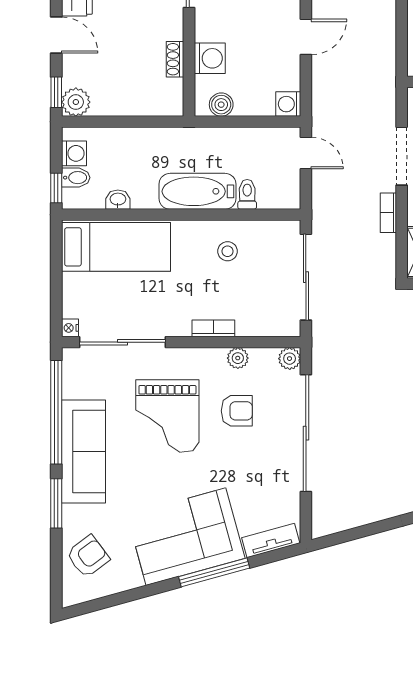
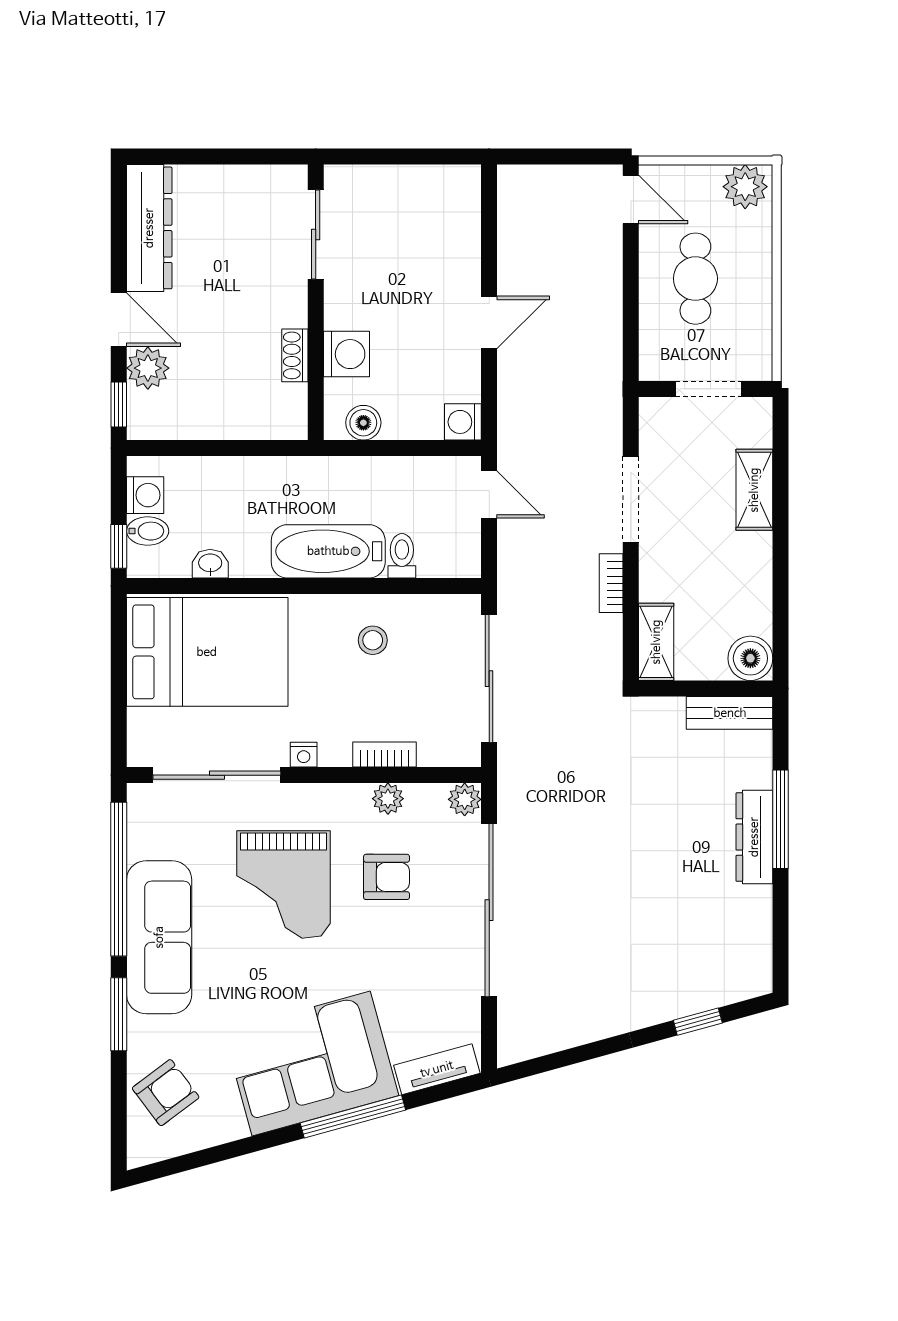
plant: (76, 102) -> (148, 368), moved
bed: (116, 247) -> (207, 652), width x1.50
nightstand: (70, 328) -> (304, 755), moved, turned -90
bookcase: (213, 328) -> (385, 755), moved

